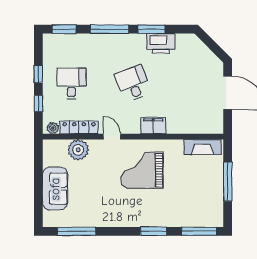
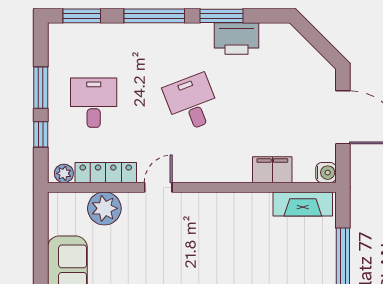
window: (38, 74) -> (41, 88), width x1.50
filing cabinet: (153, 126) -> (272, 170), moved
water cooler: (217, 127) -> (326, 173), added
door: (112, 137) -> (158, 187), hinge flipped
grand piano: (142, 170) -> (206, 241), removed

